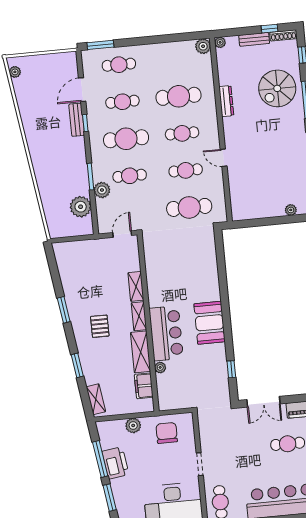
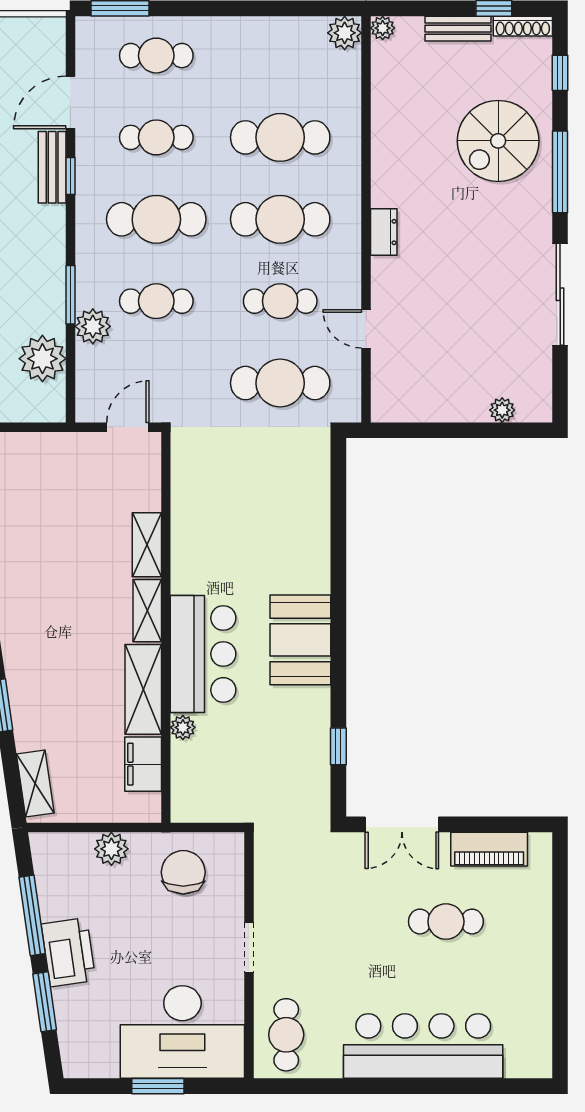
dresser: (226, 101) -> (384, 232), moved, width x0.70
cafe table: (182, 133) -> (280, 219), width x1.37, depth x1.35
door: (224, 158) -> (366, 329), moved
pallet: (100, 326) -> (59, 624), removed
printer: (115, 463) -> (68, 952), moved

